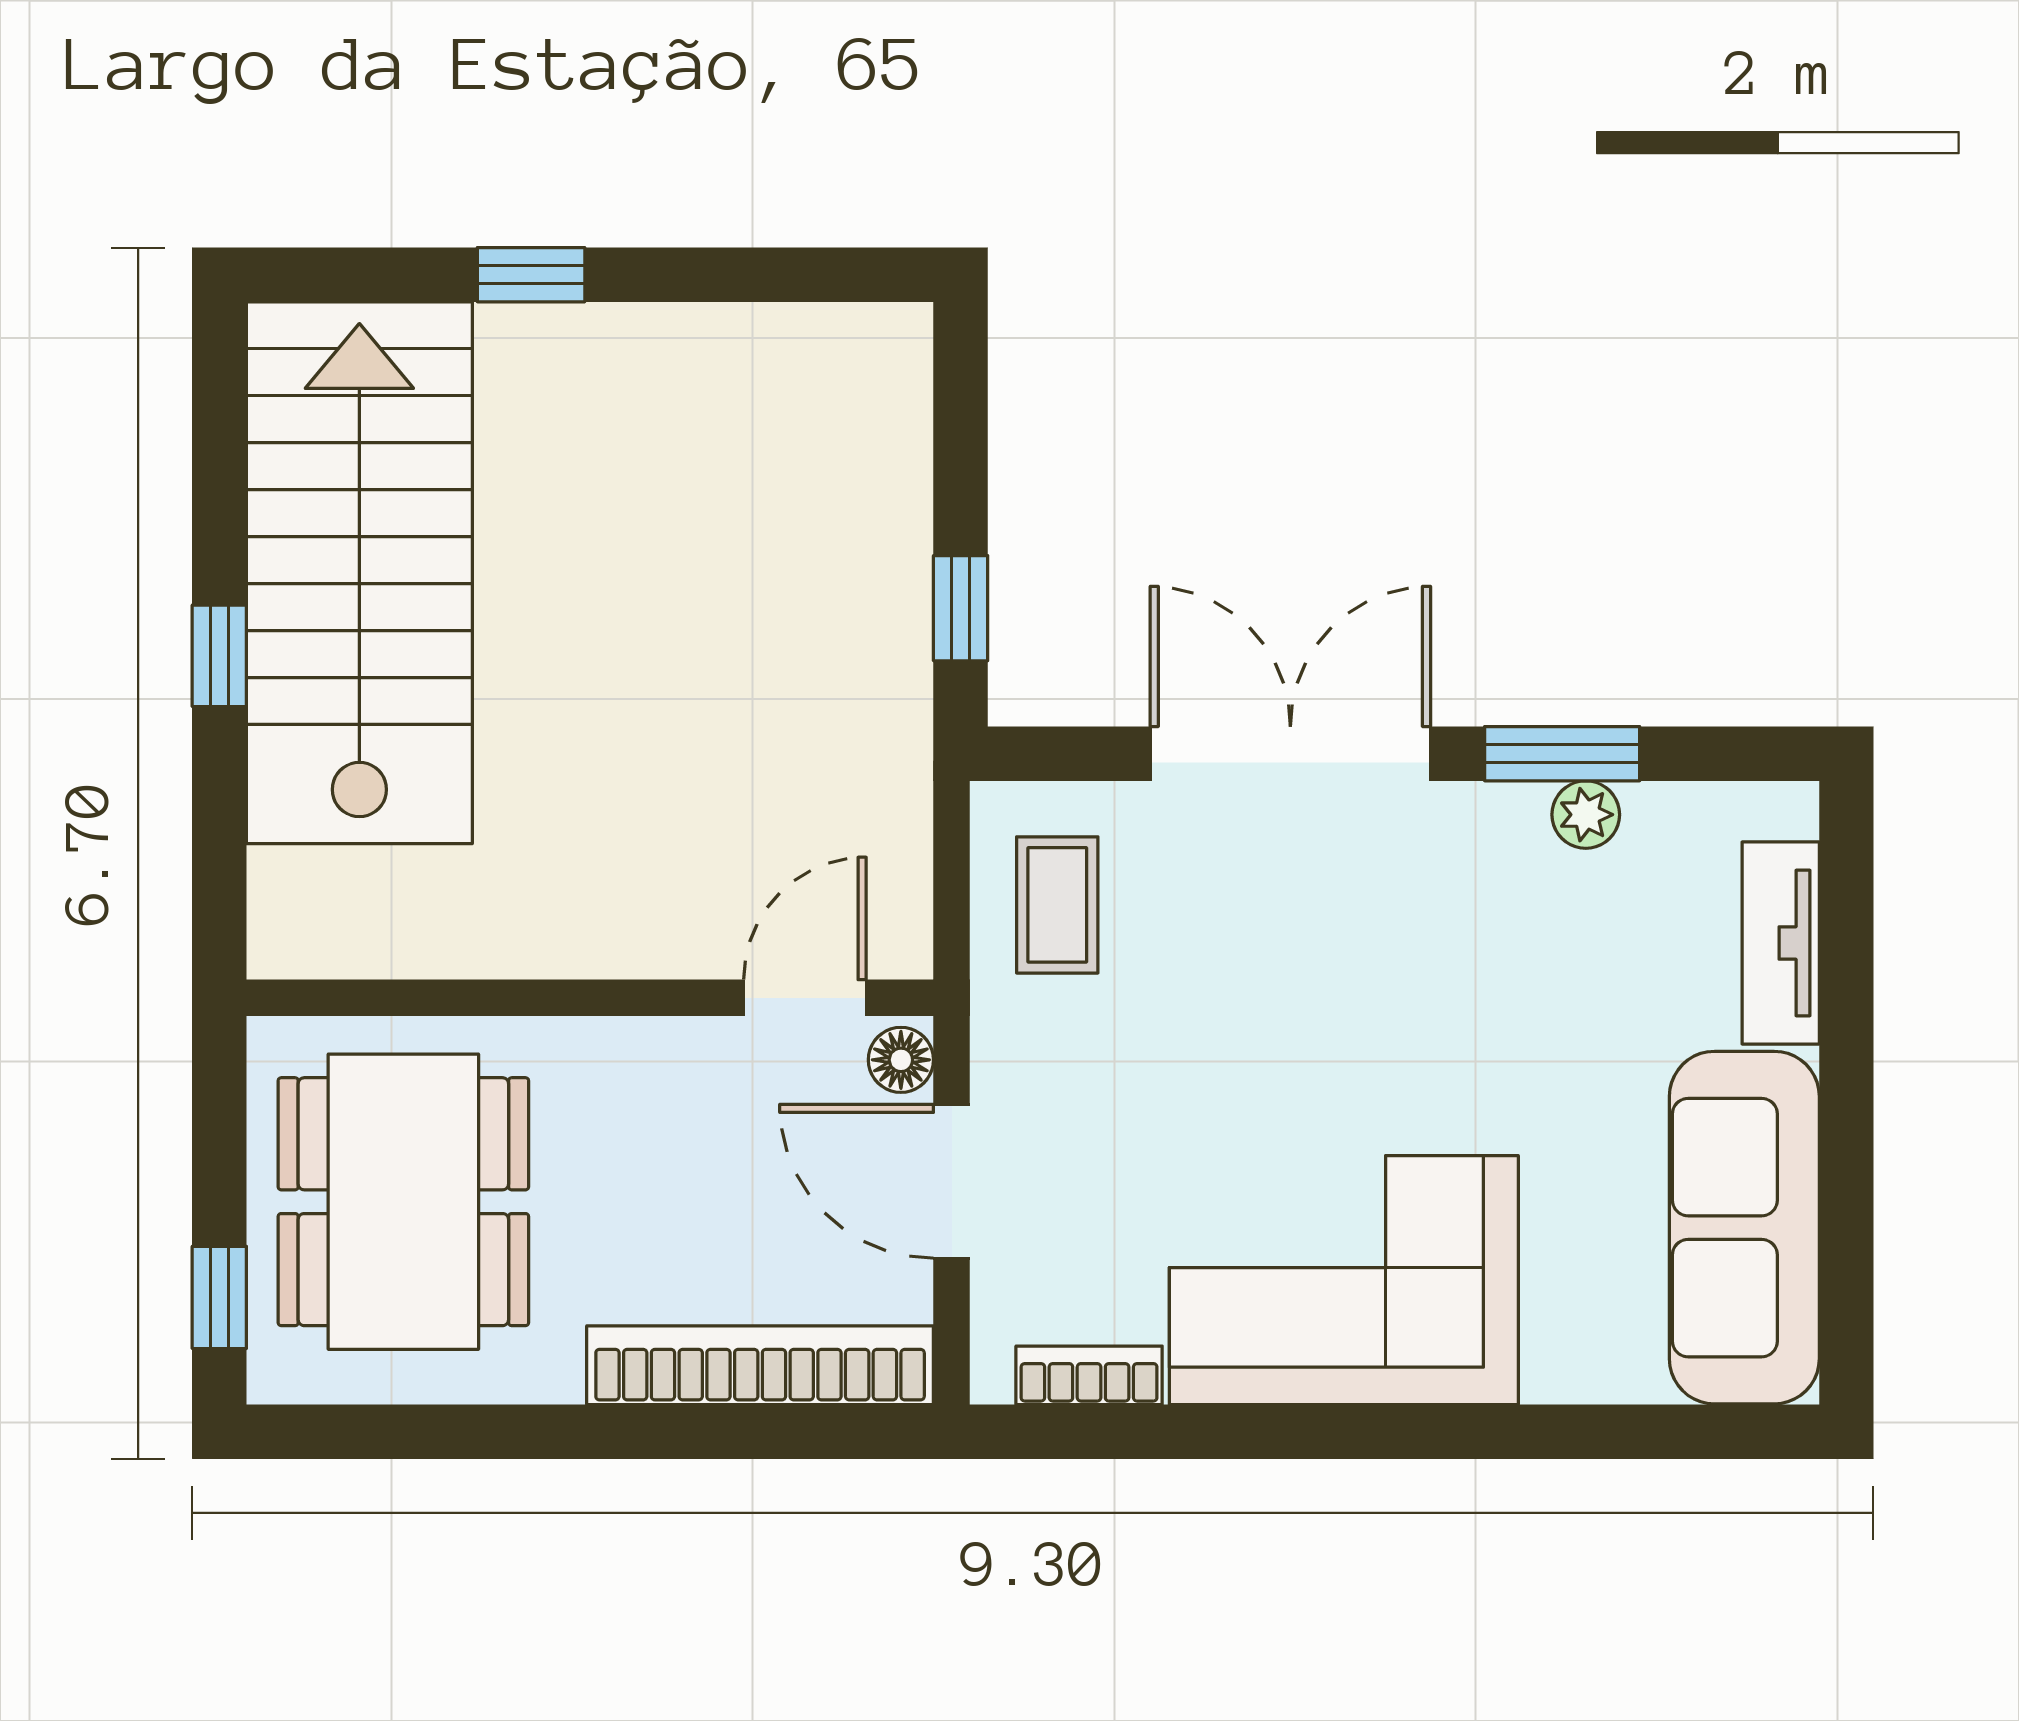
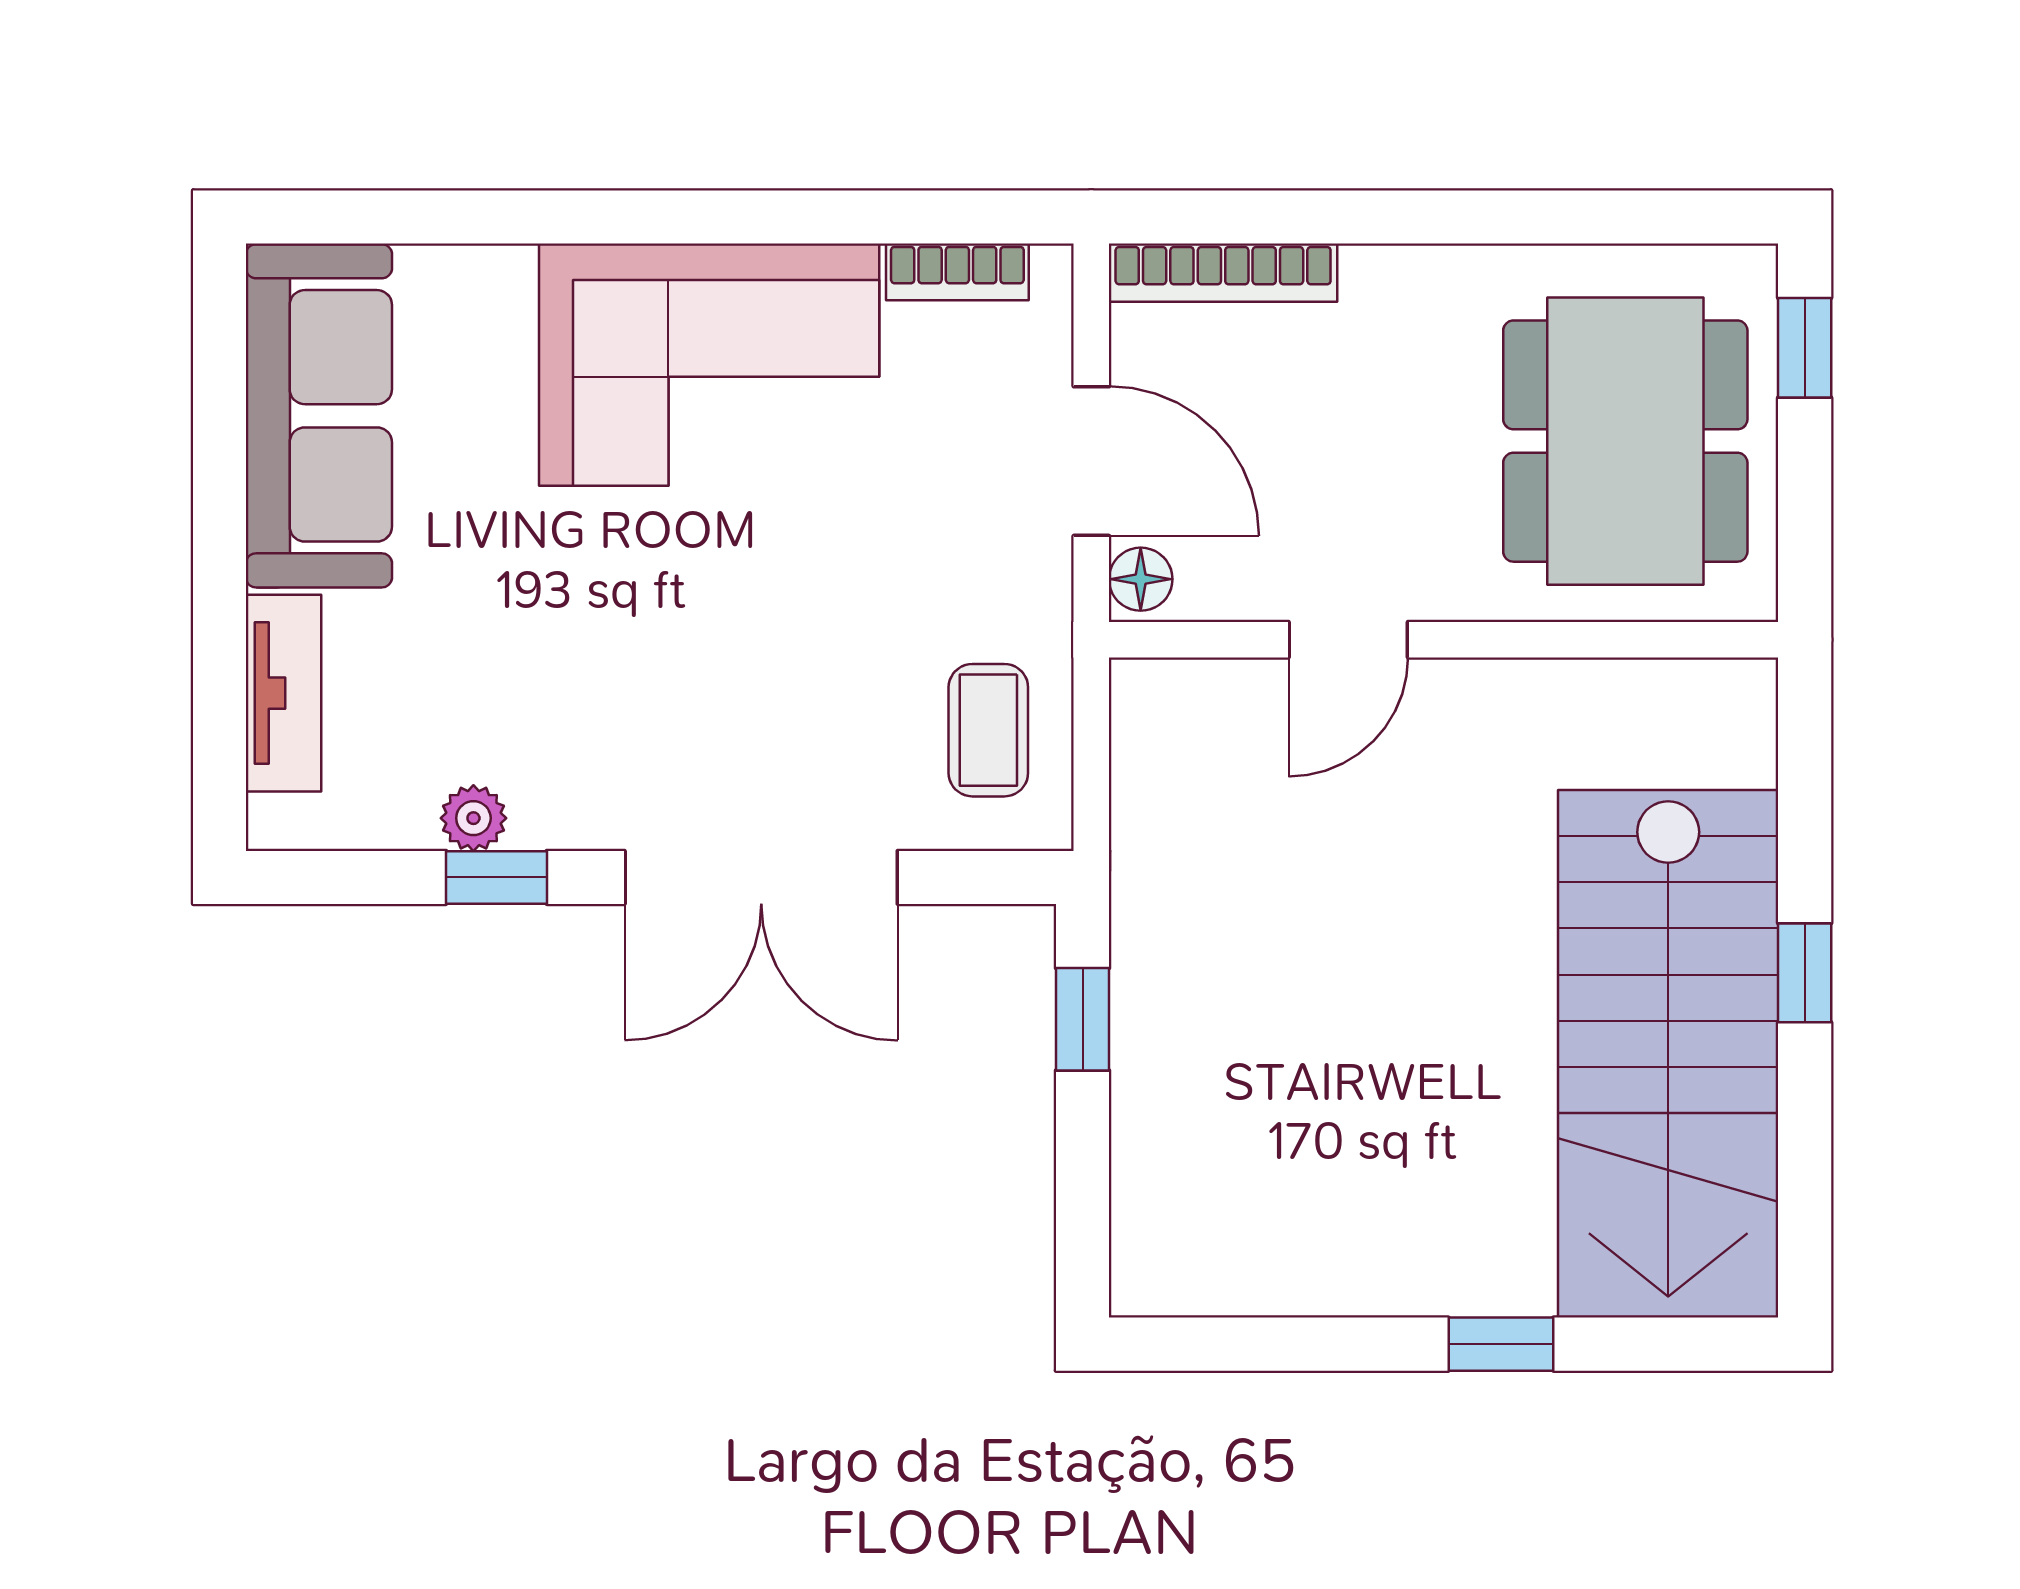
window: (1562, 754) -> (496, 877), width x0.67
door: (805, 998) -> (1348, 640), moved
bookcase: (760, 1365) -> (1223, 273), width x0.68, depth x0.76

